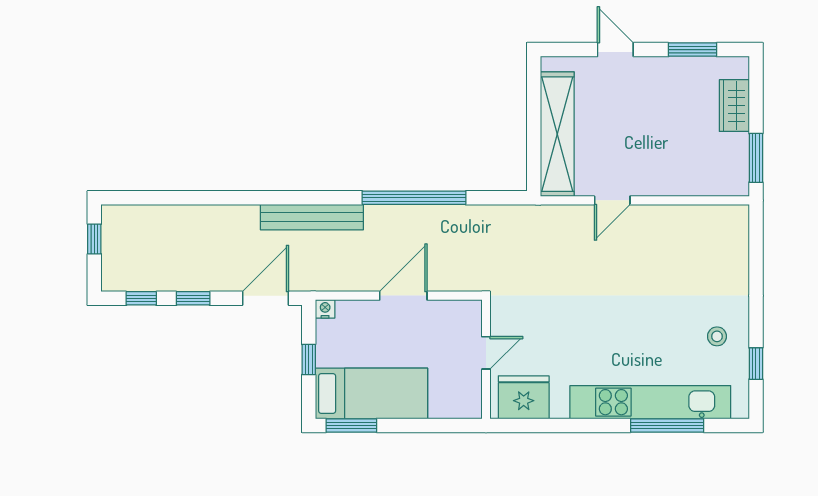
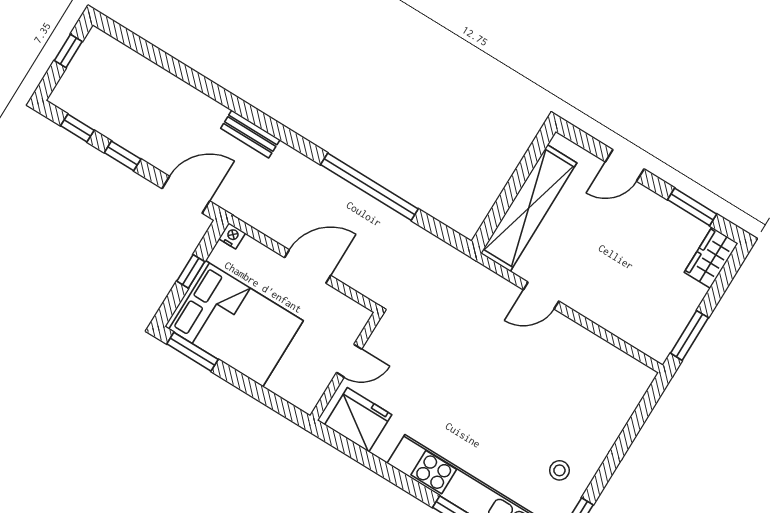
door: (615, 50) -> (625, 165), swing flipped
wardrobe: (734, 106) -> (711, 258), moved
bench: (312, 217) -> (250, 134), width x0.54, depth x0.82
bed: (372, 393) -> (234, 324), width x1.50

